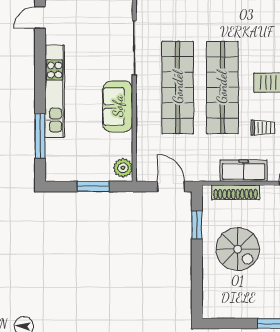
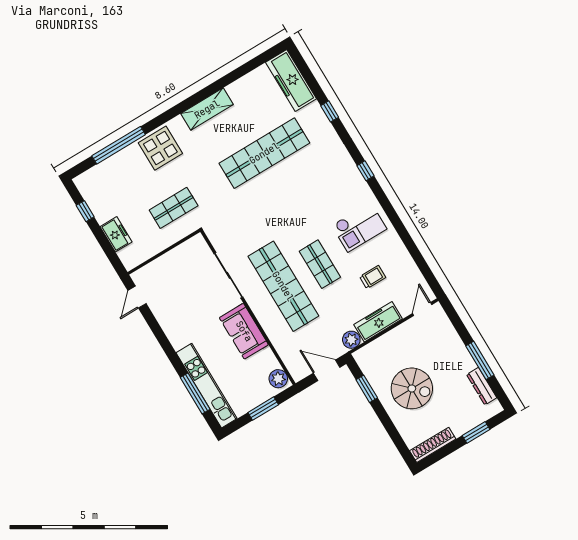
shop shelf: (222, 87) -> (320, 264), width x0.50, depth x0.74
kitchen unit: (55, 91) -> (207, 386), moved
plant: (210, 172) -> (351, 340), added
shoe rack: (236, 192) -> (433, 445), moved, turned 180

